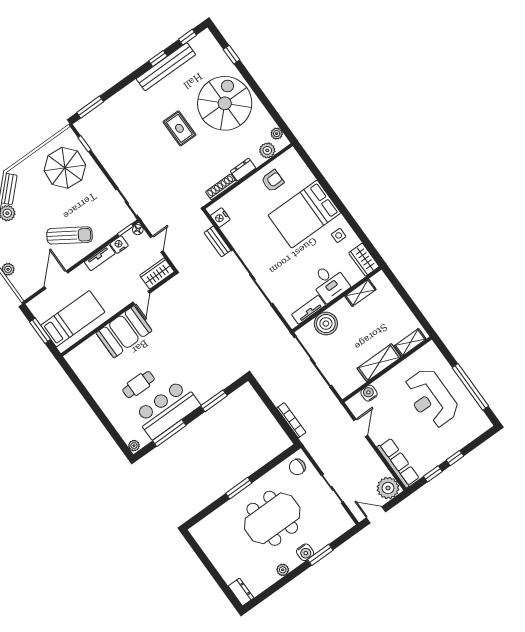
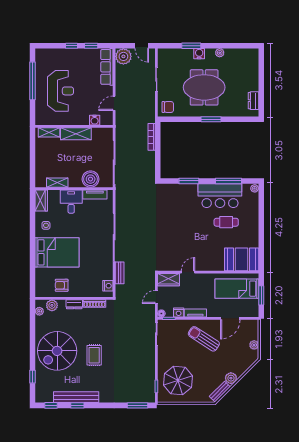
booth: (124, 332) -> (242, 259), moved
dresser: (241, 592) -> (253, 101), moved

